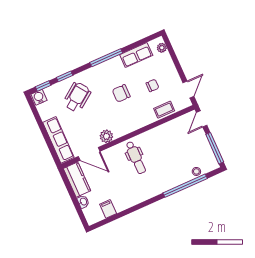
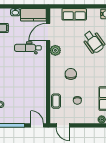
chair: (121, 93) -> (71, 74), moved
row of seats: (58, 140) -> (74, 14), width x0.68
dental chair: (136, 158) -> (28, 48), moved

